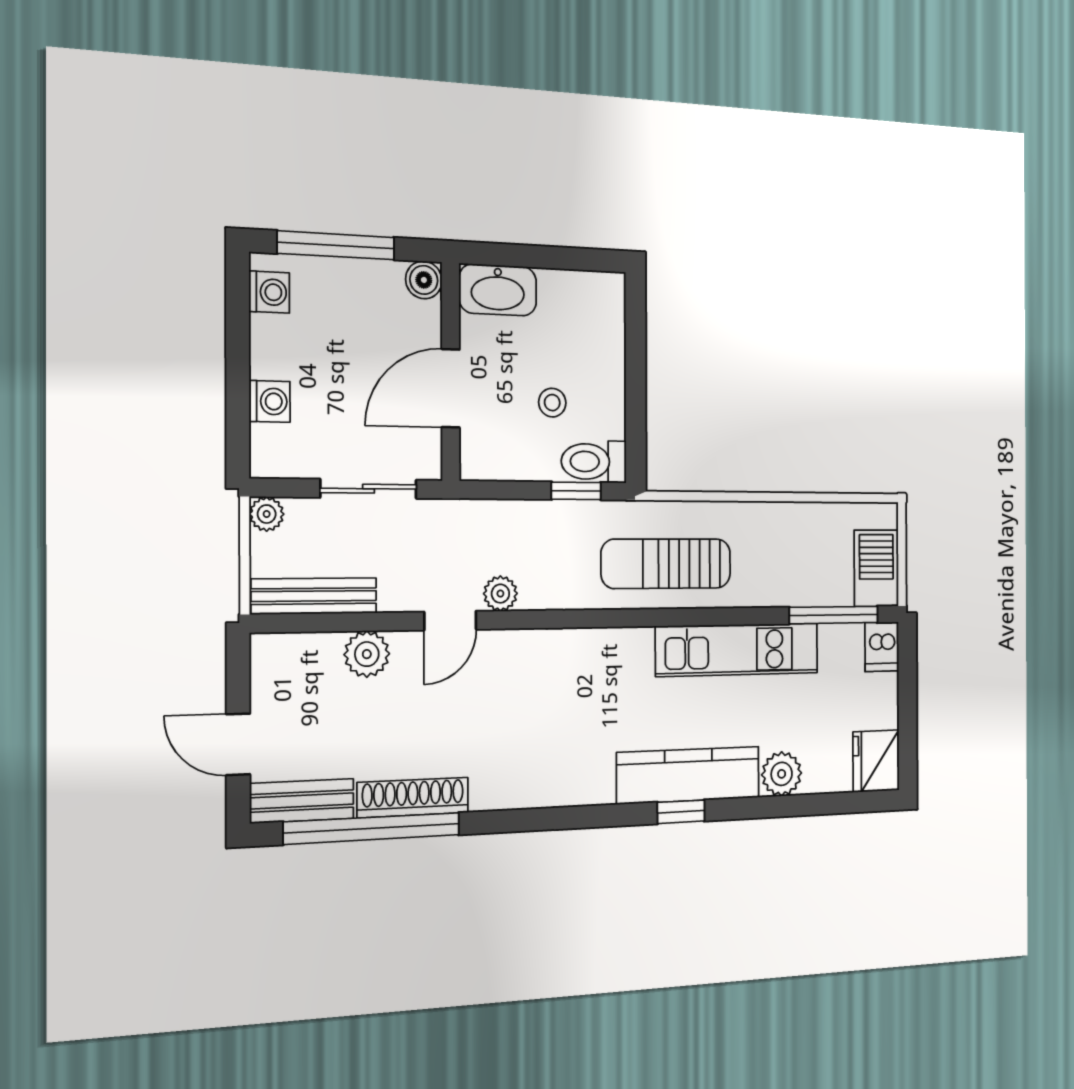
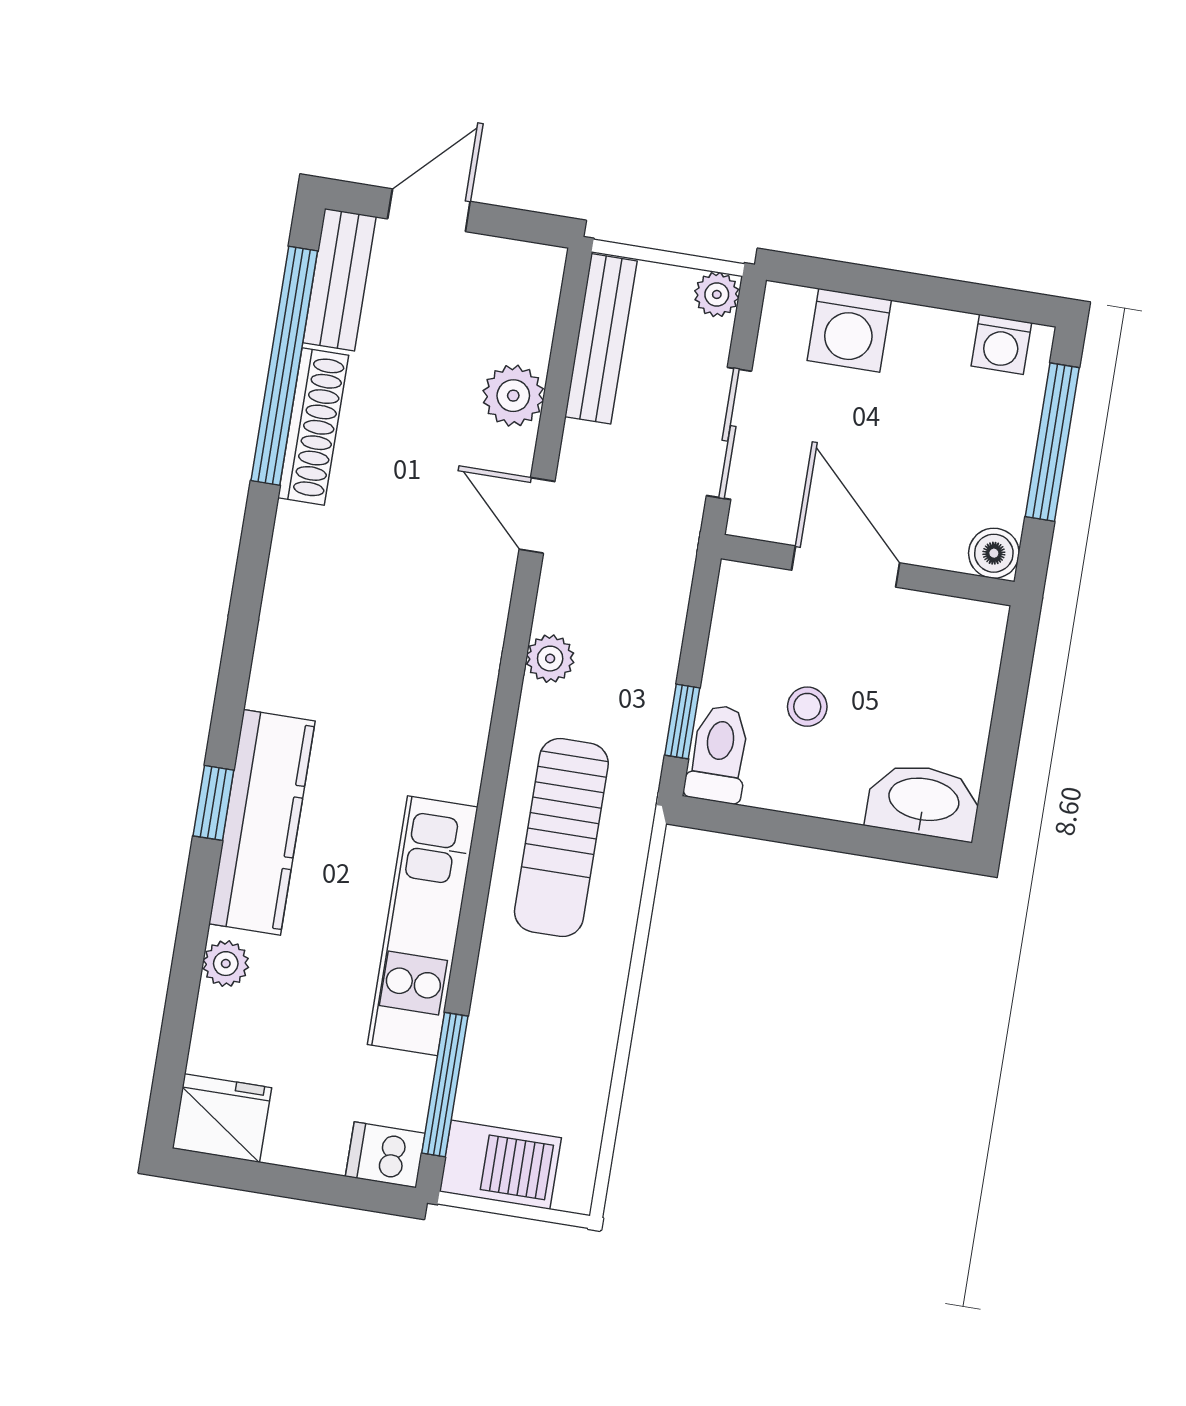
washbasin: (498, 290) -> (924, 801), moved, turned 90
washing machine: (270, 401) -> (849, 330), width x1.38, depth x1.38
sun lounger: (666, 564) -> (561, 838), turned 180
plant: (500, 594) -> (550, 659), moved
plant: (782, 774) -> (226, 964), width x0.73, depth x0.73

